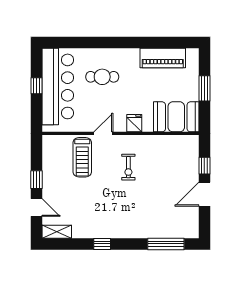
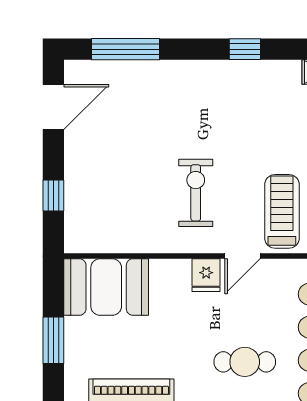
fridge: (134, 123) -> (206, 275), moved
exercise bike: (128, 167) -> (196, 193), width x1.38, depth x1.39
door: (204, 194) -> (53, 107), moved

